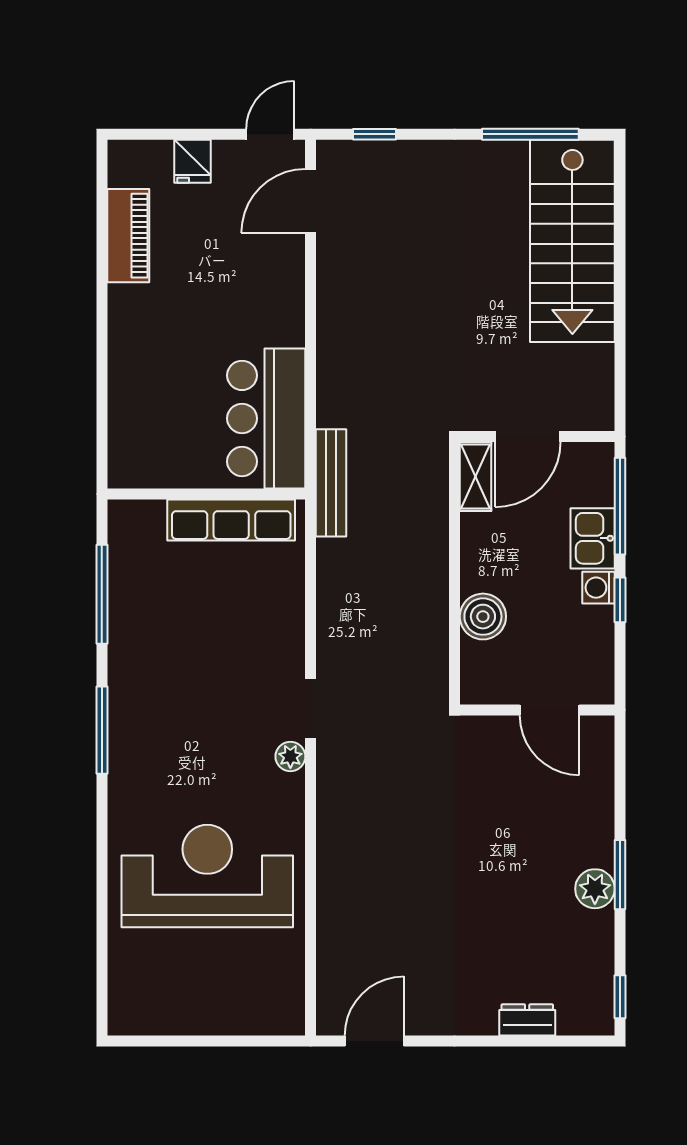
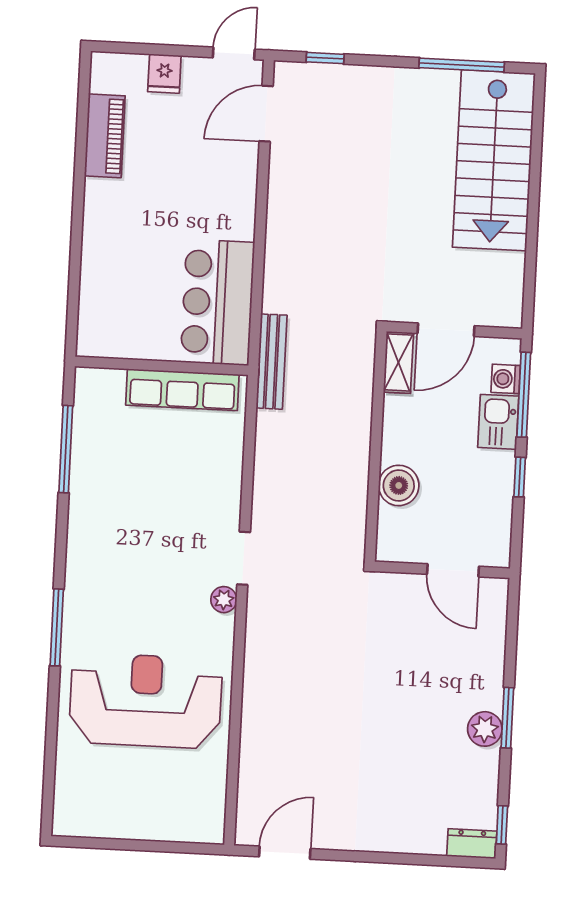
washing machine: (599, 588) -> (506, 379), moved
window: (102, 730) -> (57, 627), moved
dresser: (527, 1020) -> (472, 844), moved

